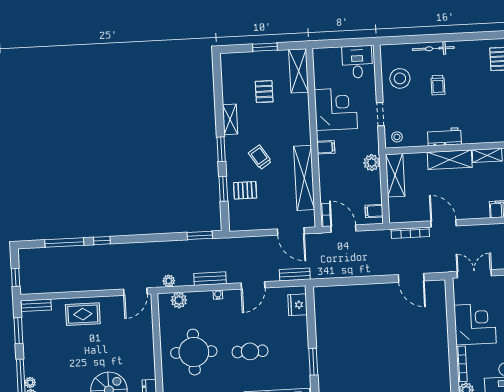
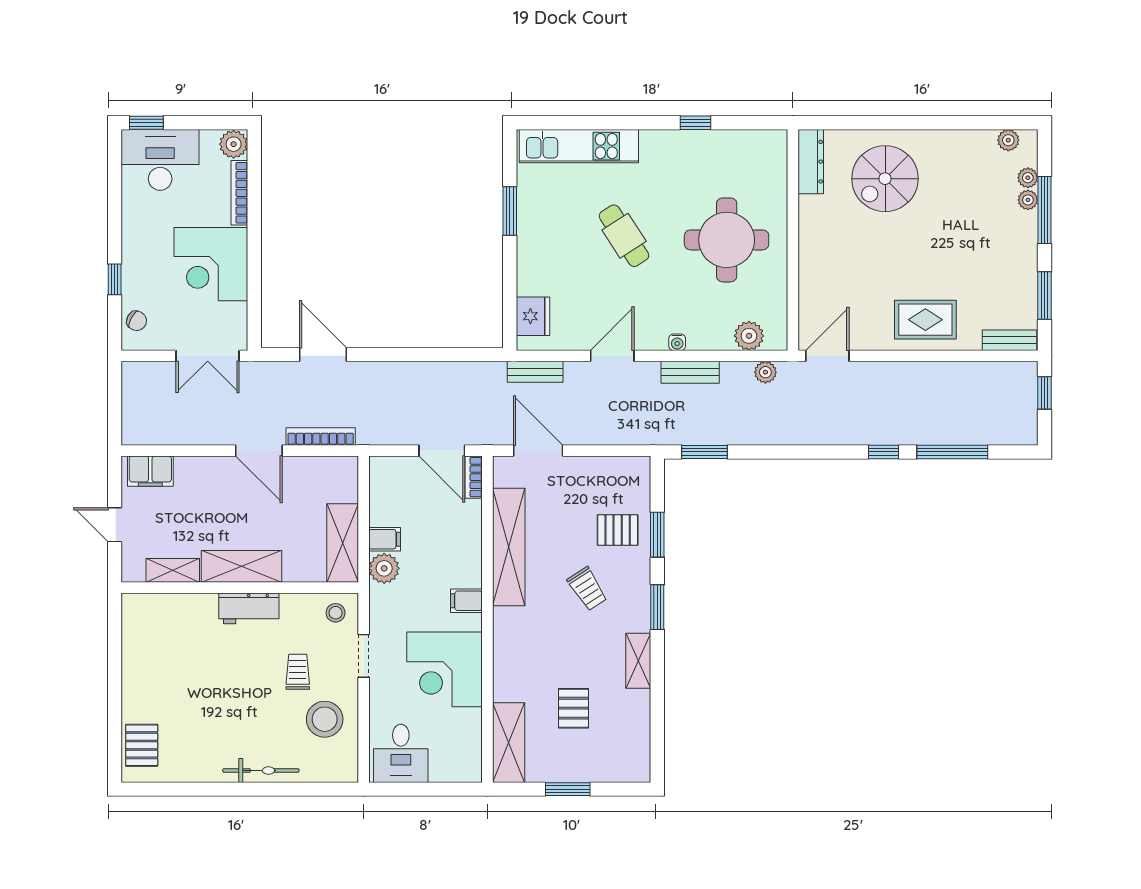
trolley: (438, 85) -> (298, 672), moved
filing cabinet: (374, 211) -> (385, 539), moved
cafe table: (250, 351) -> (624, 236), turned 57

